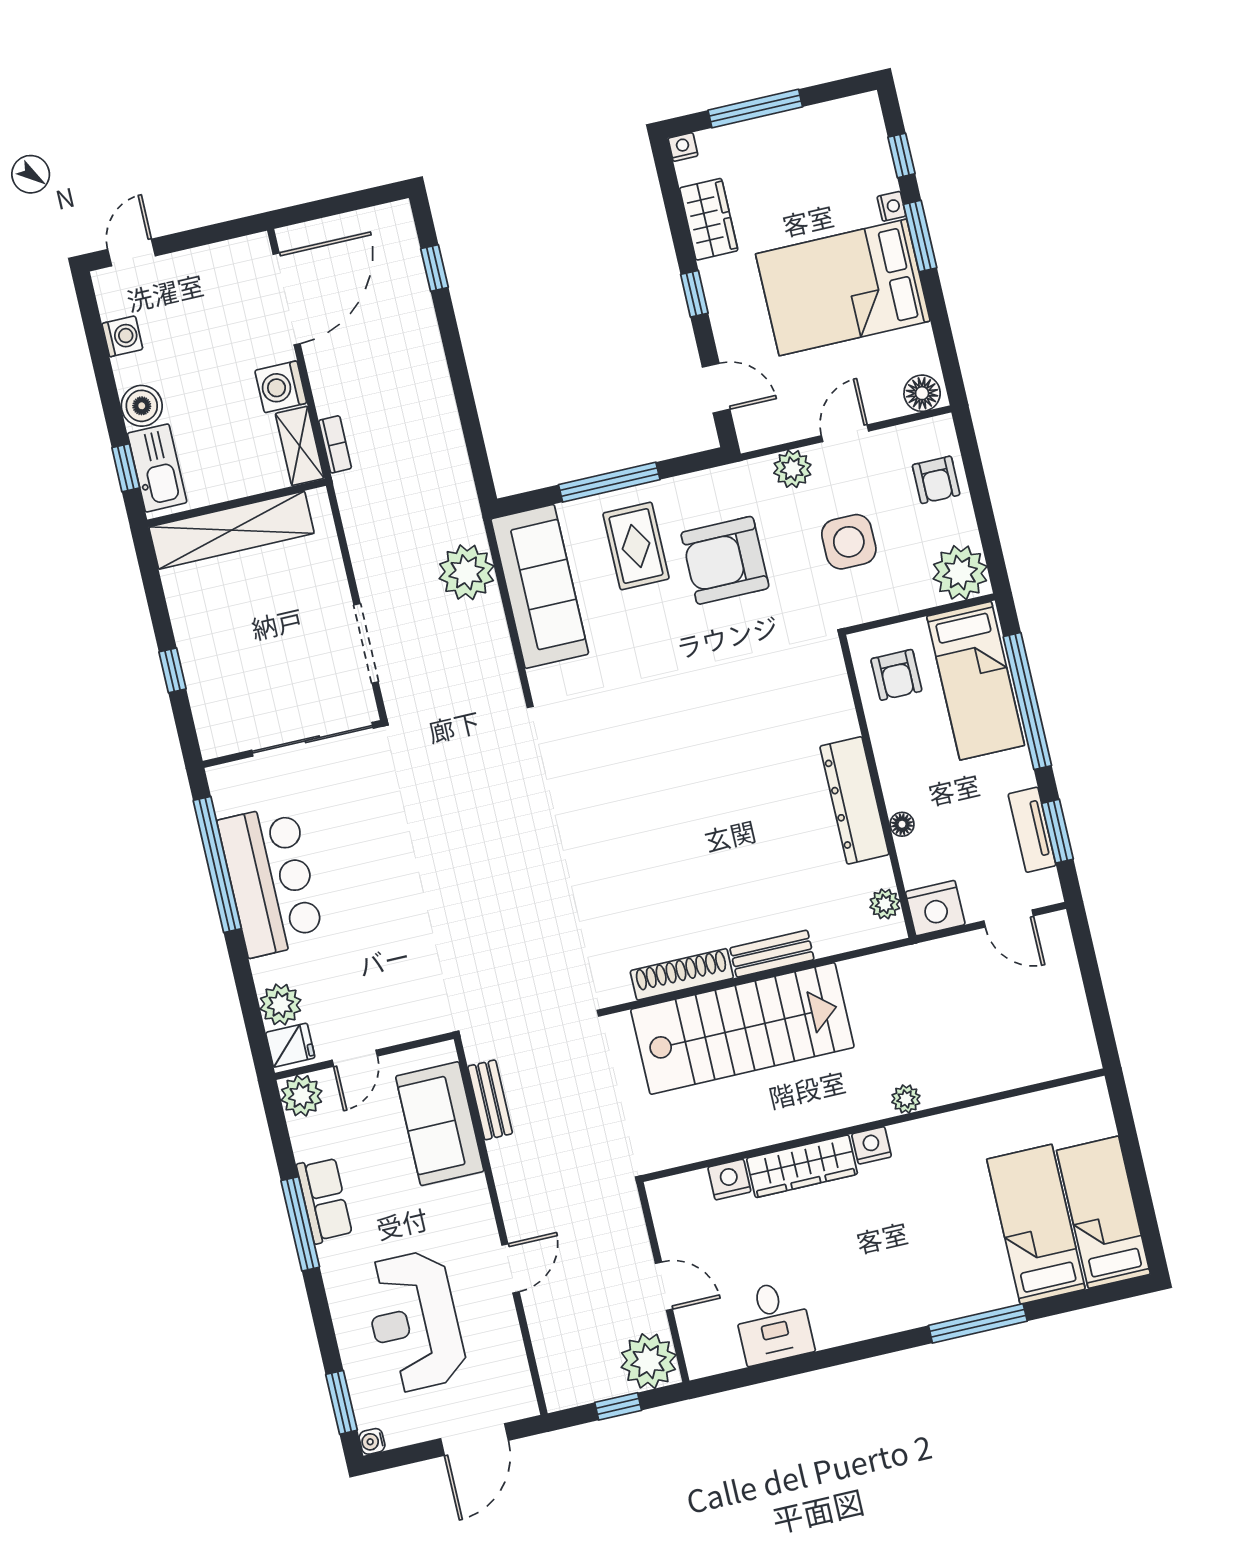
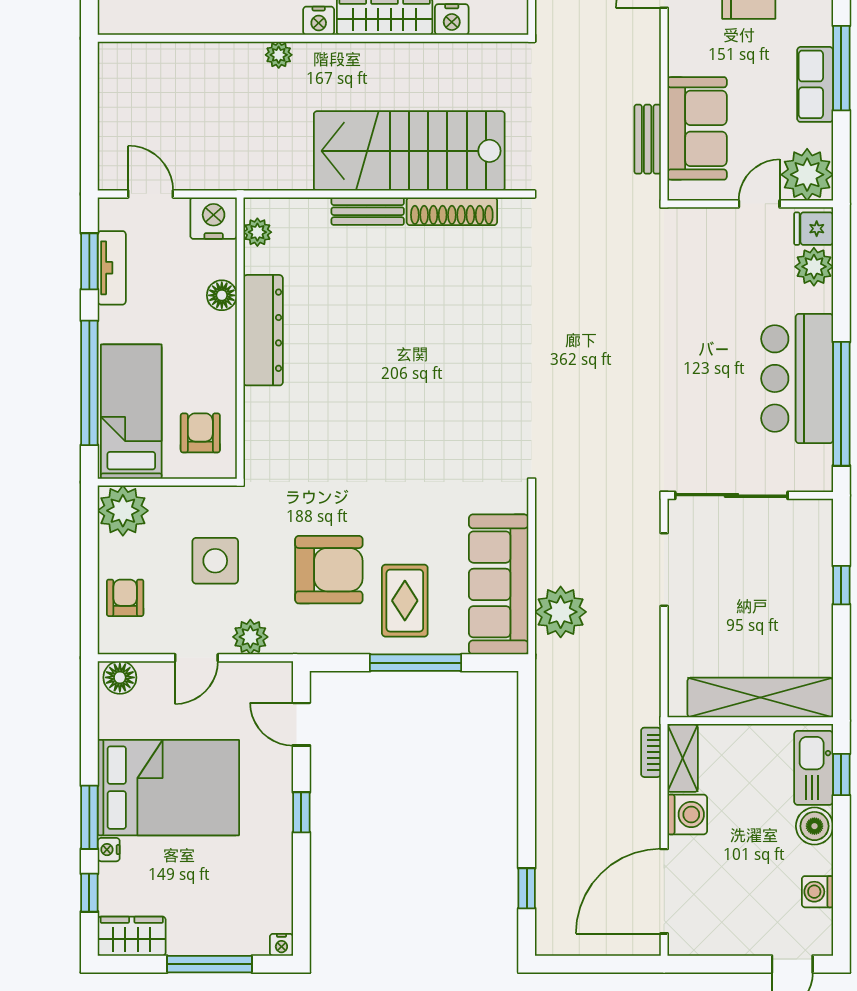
wardrobe: (709, 219) -> (132, 936), moved, turned 90
floor lamp: (902, 824) -> (222, 295), width x1.37, depth x1.37
plant: (302, 1096) -> (807, 175), width x1.36, depth x1.36

